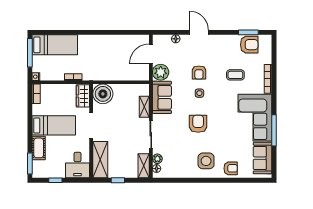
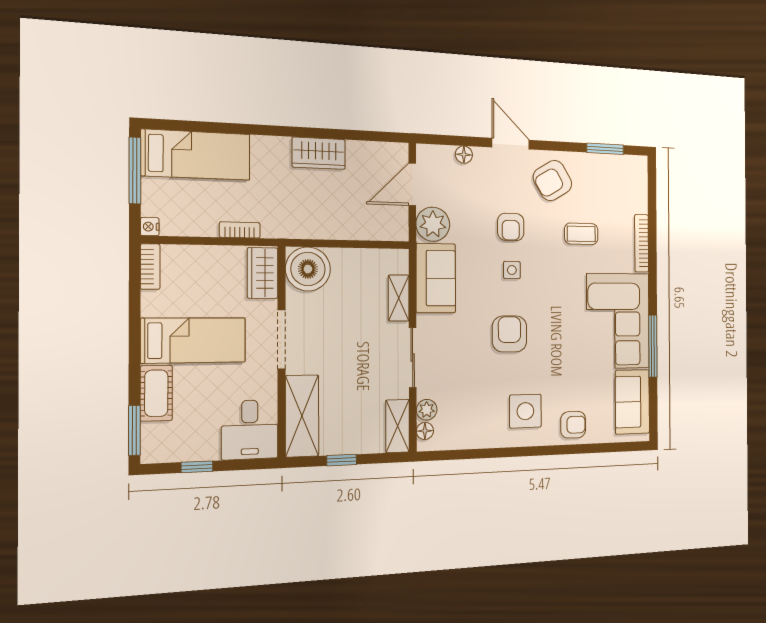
wardrobe: (108, 42) -> (319, 153), added
armchair: (249, 45) -> (553, 180), moved, turned 149

